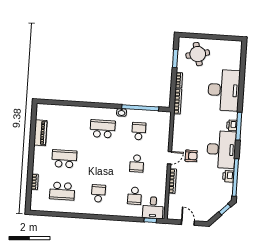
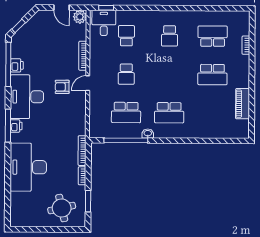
school desk: (139, 131) -> (126, 113), width x1.85
school desk: (137, 163) -> (126, 74), turned 180
plant: (173, 214) -> (80, 17), added

